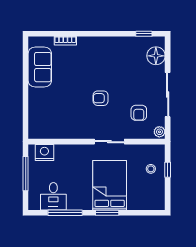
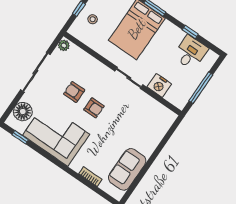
corner sofa: (116, 56) -> (56, 135), added
armchair: (139, 113) -> (74, 92), moved, turned -90
sliding door: (109, 142) -> (129, 78), moved
nightstand: (44, 152) -> (159, 85), moved
window: (65, 213) -> (190, 32), width x0.46

